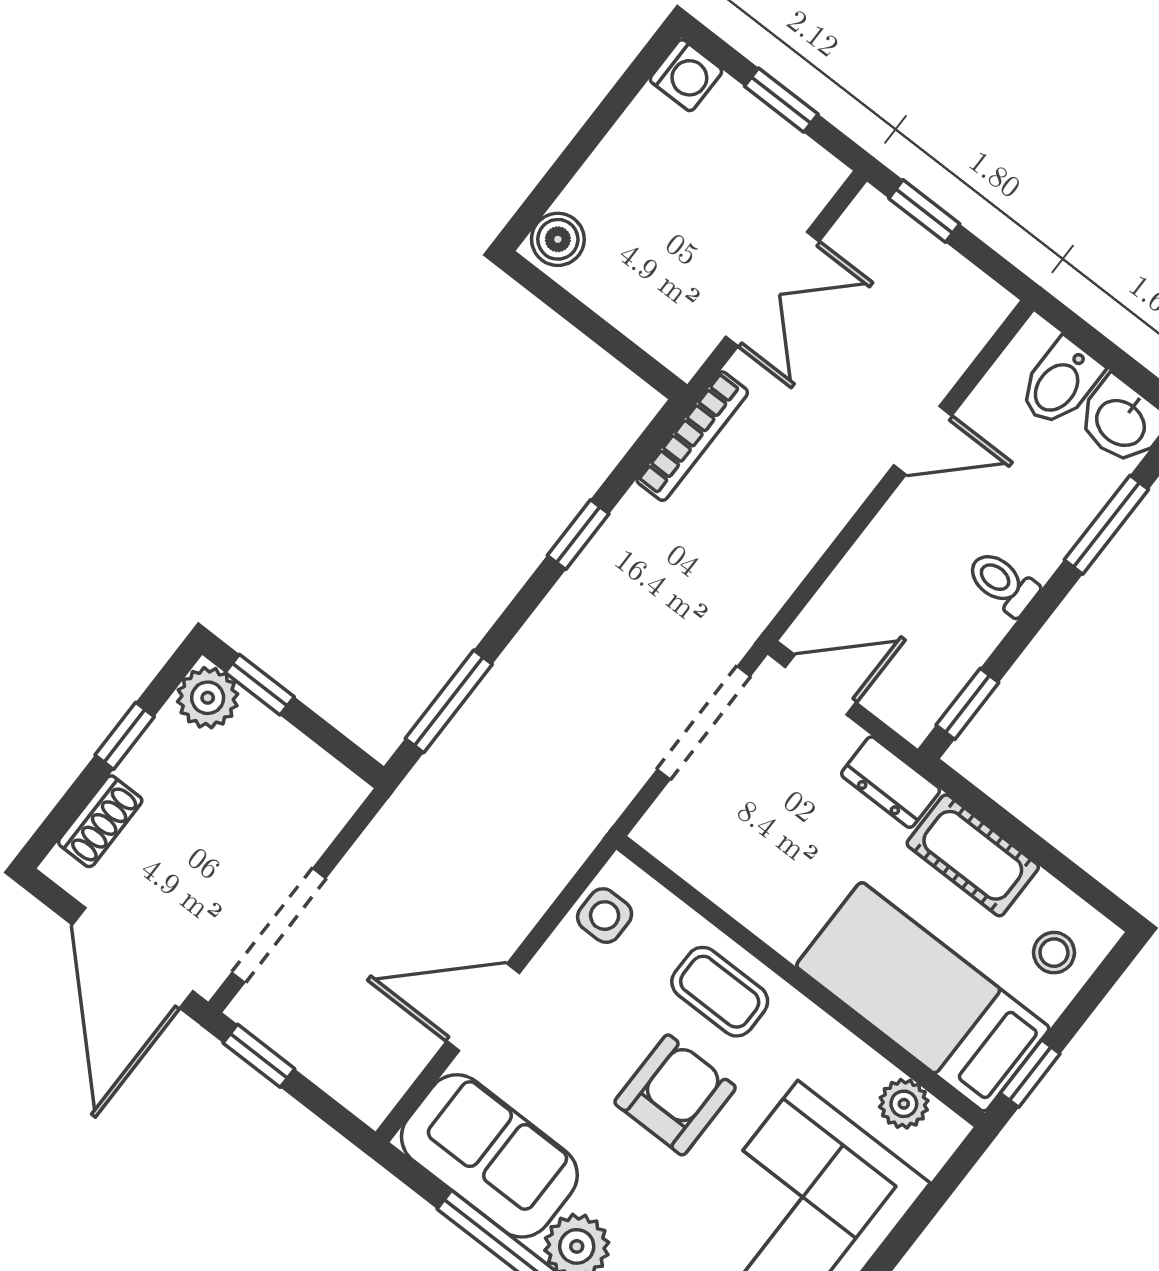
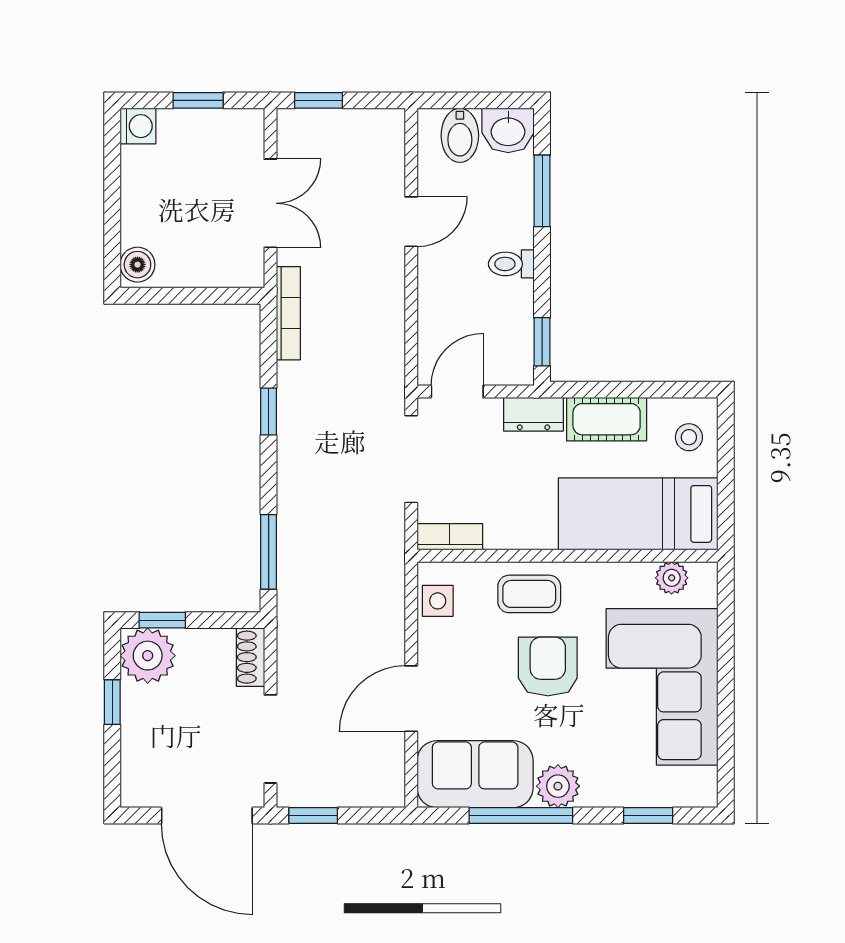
plant: (208, 698) -> (148, 656), width x1.36, depth x1.36
shoe rack: (100, 821) -> (250, 657), moved, turned 180
bookcase: (678, 850) -> (450, 537), added
window: (1030, 1074) -> (726, 510), removed

